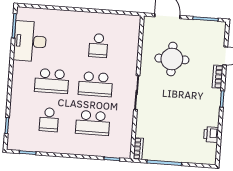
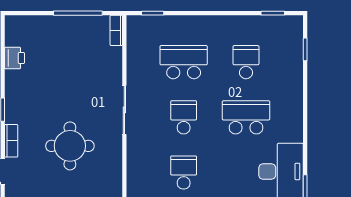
round table: (172, 59) -> (70, 146), moved
school desk: (96, 84) -> (184, 117), width x0.54

